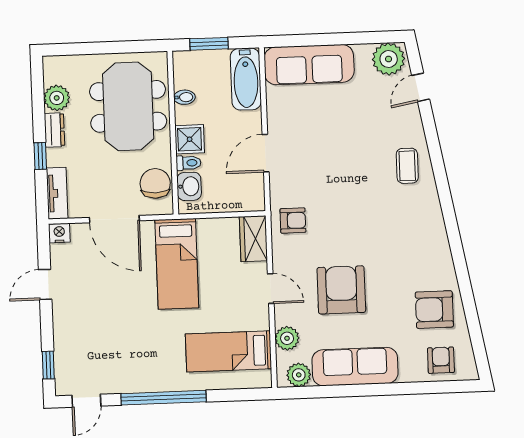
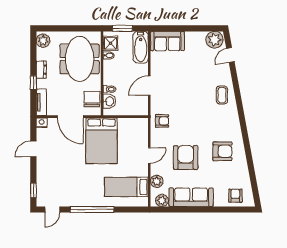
sofa: (309, 65) -> (167, 41), width x0.73
plant: (57, 98) -> (43, 41), moved
shower: (190, 139) -> (111, 43), moved
wardrobe: (253, 239) -> (141, 129), removed
bed: (177, 264) -> (102, 141), width x1.50
door: (271, 289) -> (149, 155), hinge flipped
armchair: (434, 310) -> (222, 151), moved, turned 180

